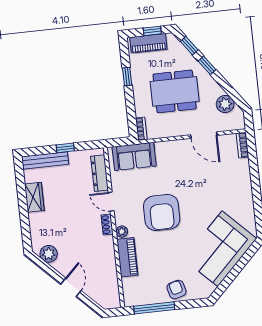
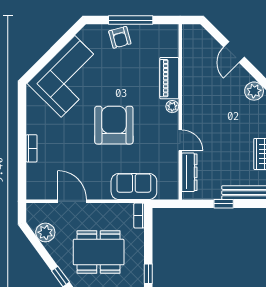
bookcase: (242, 145) -> (31, 148), moved
sofa: (134, 156) -> (134, 186), moved
armchair: (162, 213) -> (114, 125), moved
shoe rack: (107, 224) -> (187, 116), removed
window: (154, 308) -> (131, 20), moved

